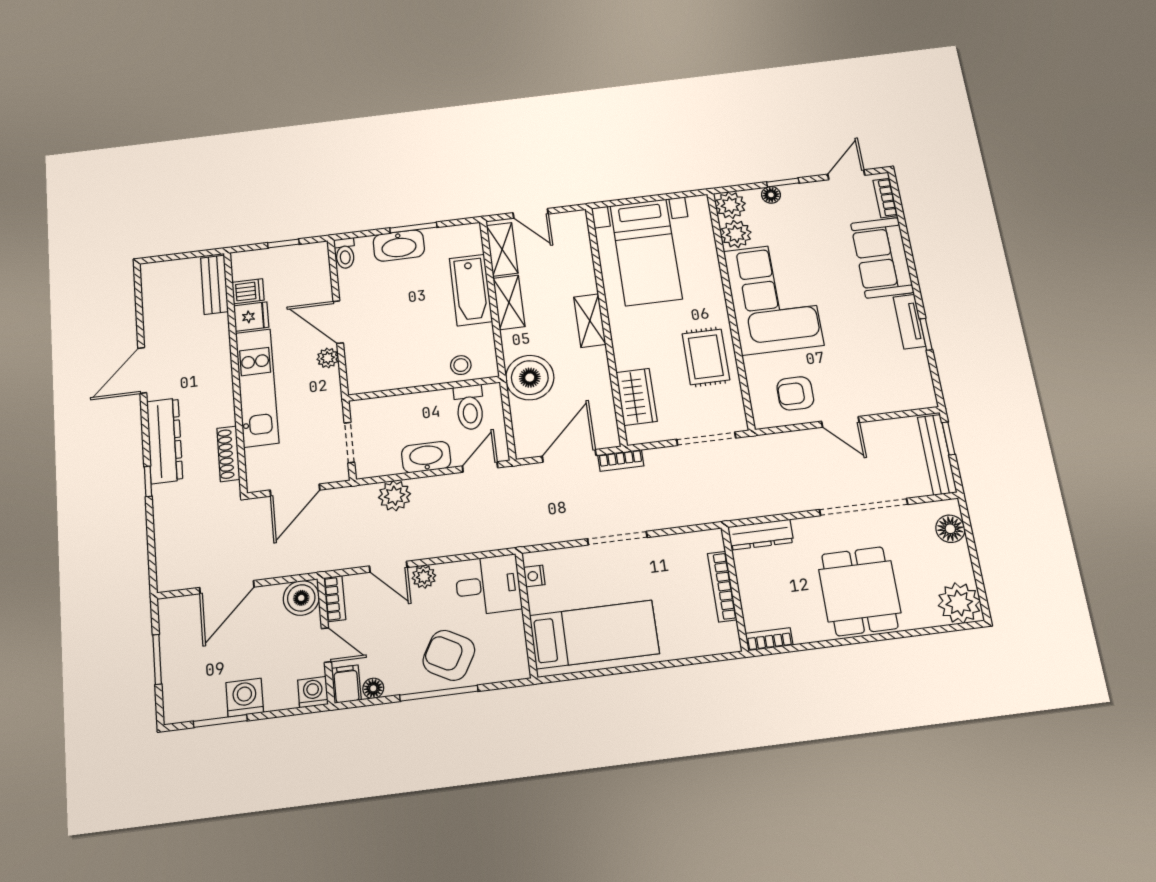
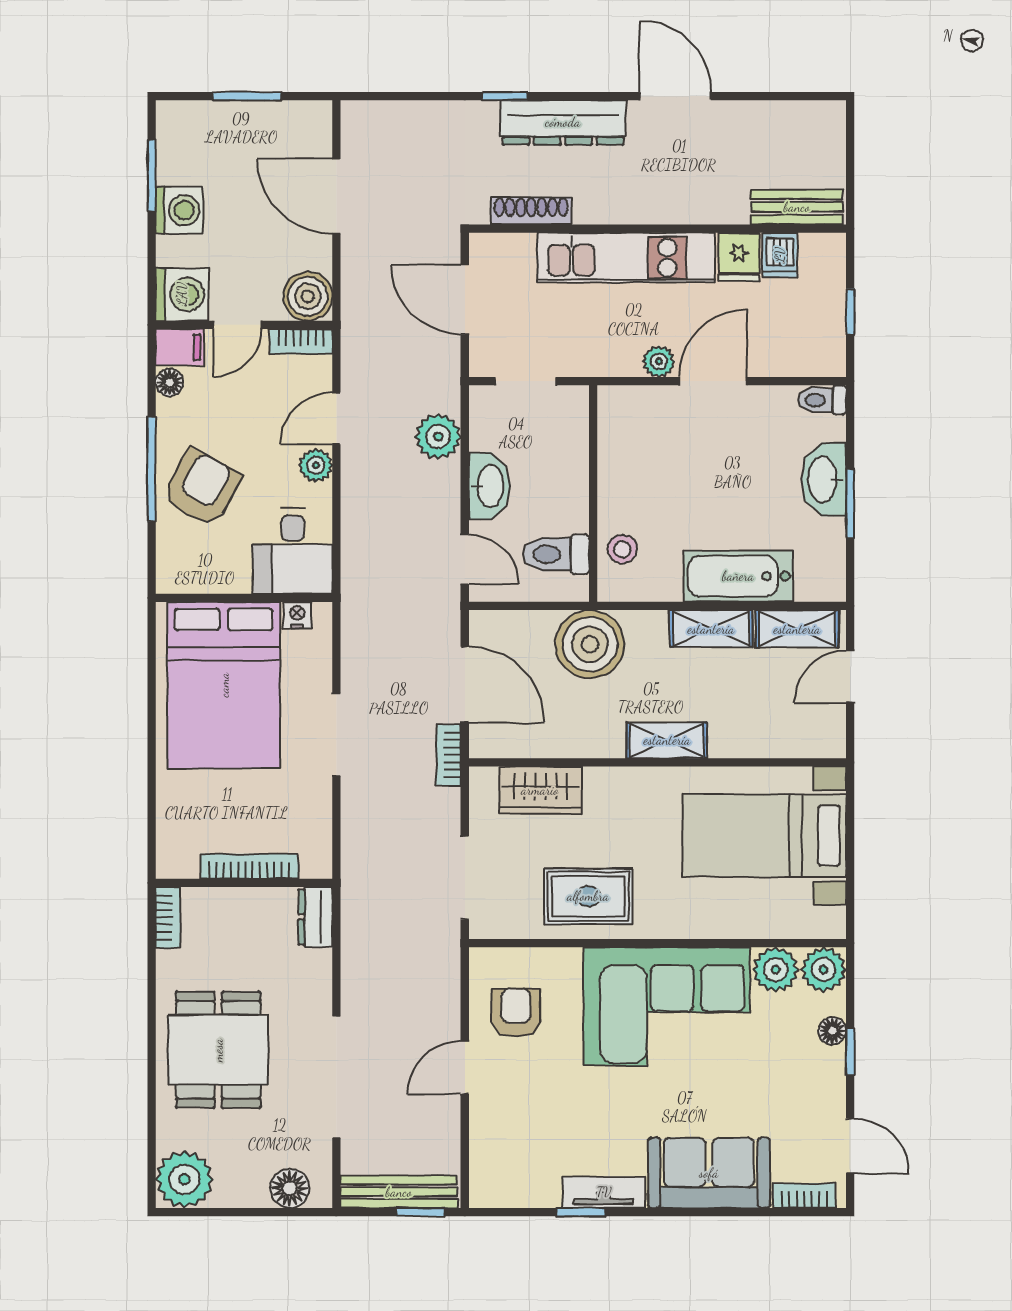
dresser: (761, 535) -> (315, 917), width x0.70
dining table: (860, 591) -> (218, 1050), turned 90
bed: (594, 634) -> (224, 685), width x1.50
washing machine: (313, 692) -> (182, 294), width x1.38, depth x1.38

